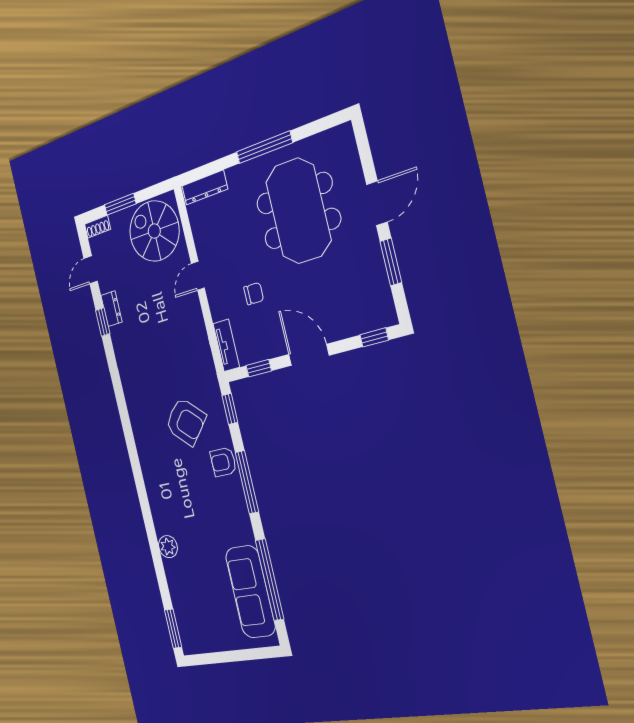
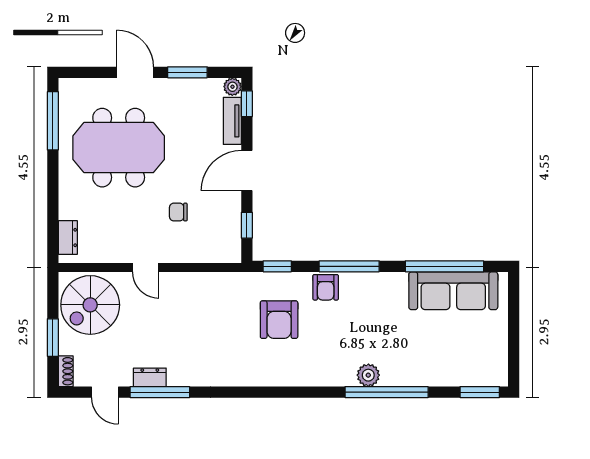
window: (264, 147) -> (53, 121), moved
dresser: (205, 188) -> (68, 238), width x0.70
chair: (254, 294) -> (178, 212), turned -90
plant: (388, 317) -> (232, 87), added
window: (103, 322) -> (160, 392), width x2.17
tv unit: (226, 345) -> (232, 121), moved, turned -90
armchair: (186, 422) -> (279, 320), turned 138
window: (152, 539) -> (387, 392), added
plant: (168, 547) -> (368, 375), moved

